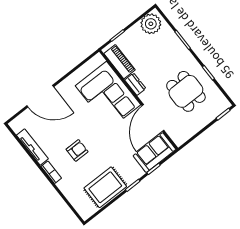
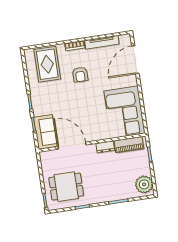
dining table: (186, 91) -> (66, 187), moved
corner sofa: (108, 95) -> (125, 112), moved, turned -90
door: (40, 96) -> (135, 60), moved
rug: (105, 187) -> (47, 64), moved

